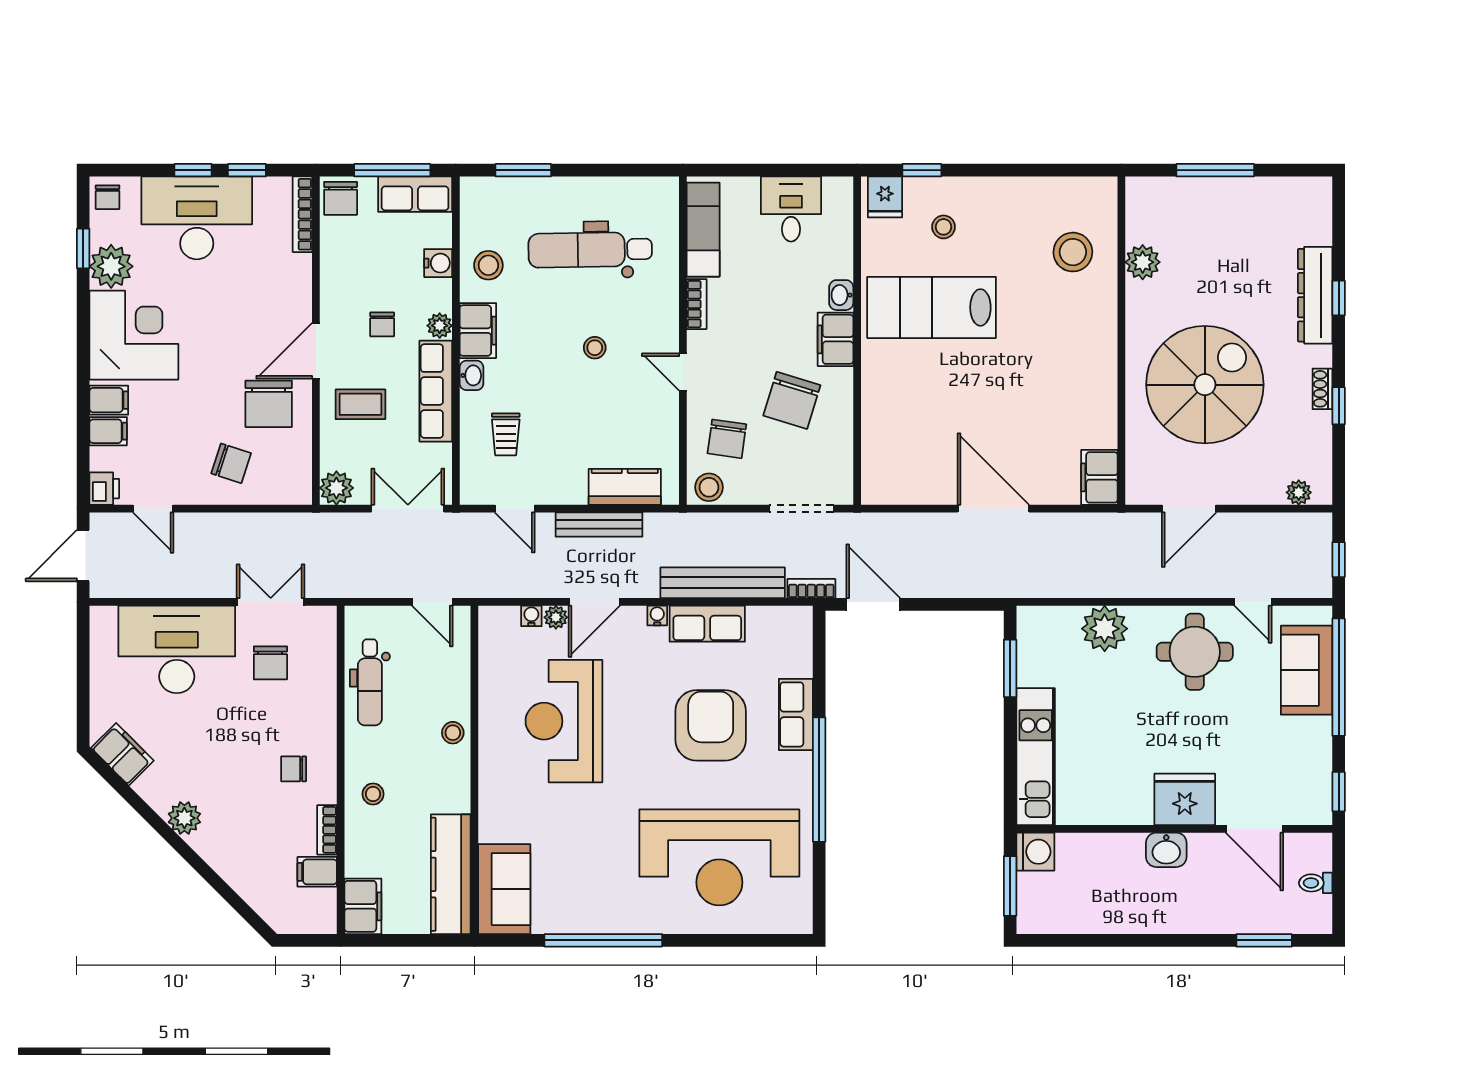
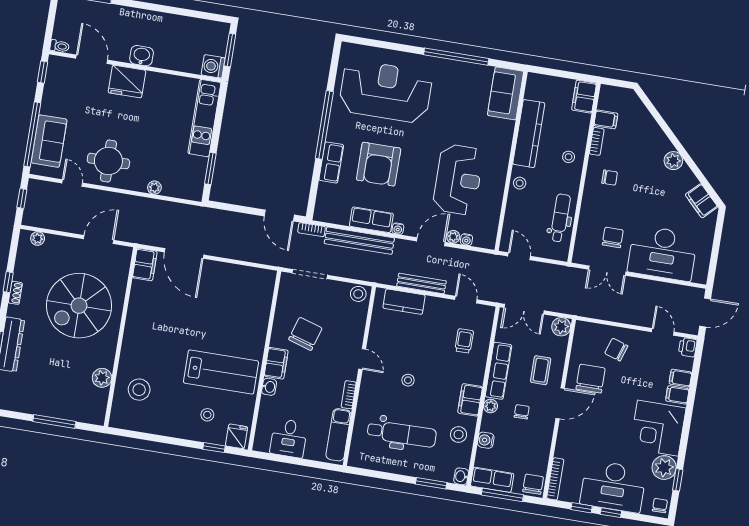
washbasin: (472, 375) -> (461, 476), moved
coffee table: (360, 404) -> (541, 370), turned 90
chair: (727, 439) -> (344, 319), removed
door: (993, 509) -> (184, 253), moved
plant: (1105, 629) -> (154, 188), width x0.53, depth x0.53
kitchen counter: (451, 874) -> (529, 134), moved
toilet: (1316, 883) -> (60, 46), moved

